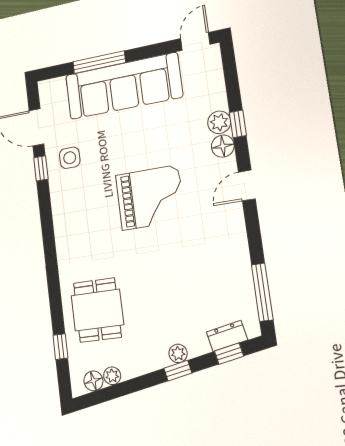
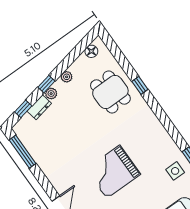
dresser: (227, 336) -> (39, 107), moved
window: (60, 347) -> (140, 85), moved
plant: (112, 376) -> (67, 77), moved

